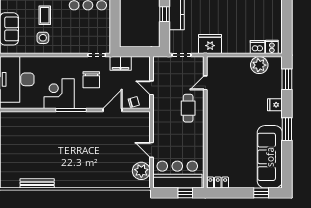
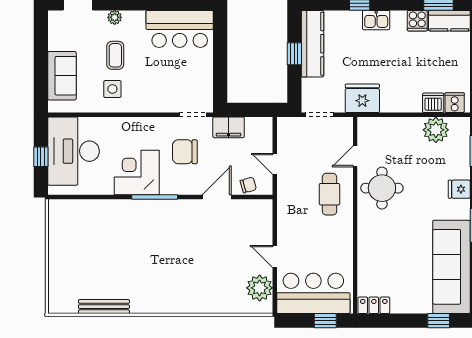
chair: (91, 80) -> (185, 152), turned 90
round table: (223, 104) -> (382, 188), added

